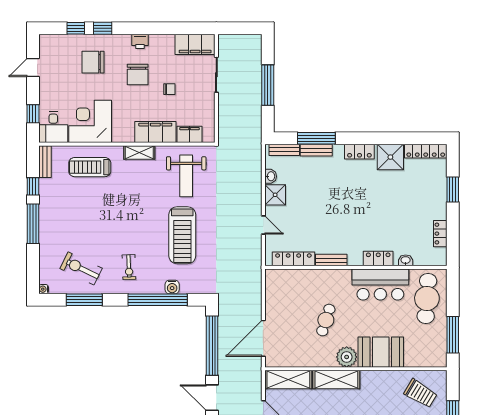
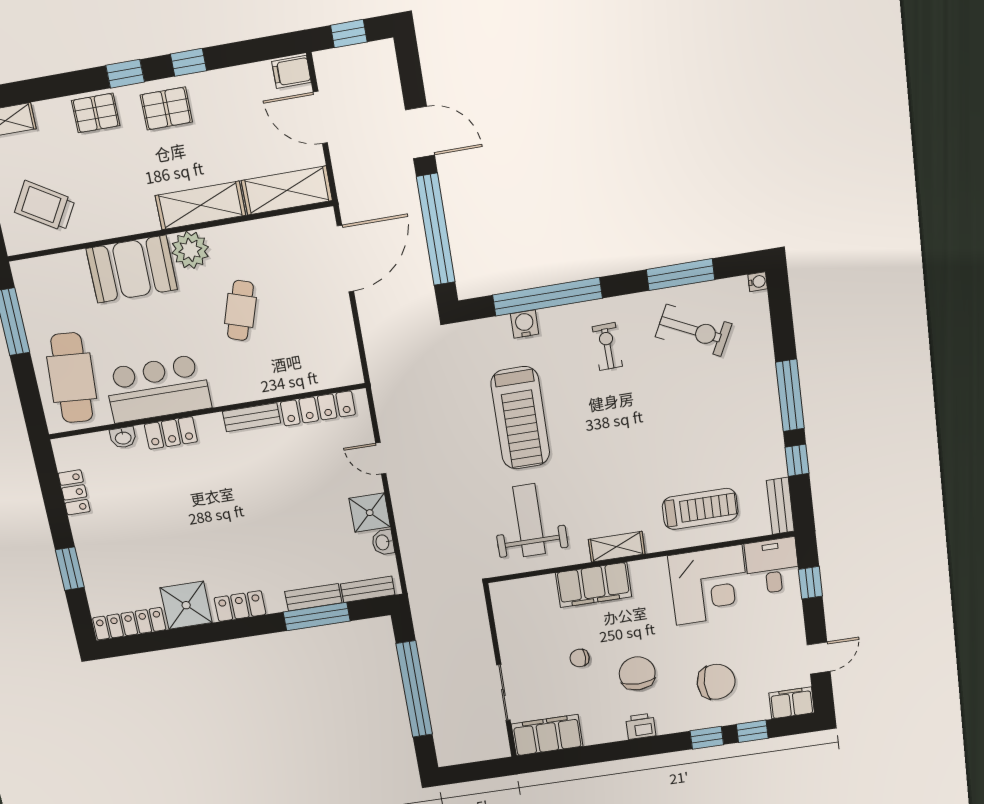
window: (268, 85) -> (414, 689), width x1.46
filing cabinet: (190, 134) -> (792, 703), moved, turned 180
treadmill: (182, 235) -> (520, 418), turned 180

